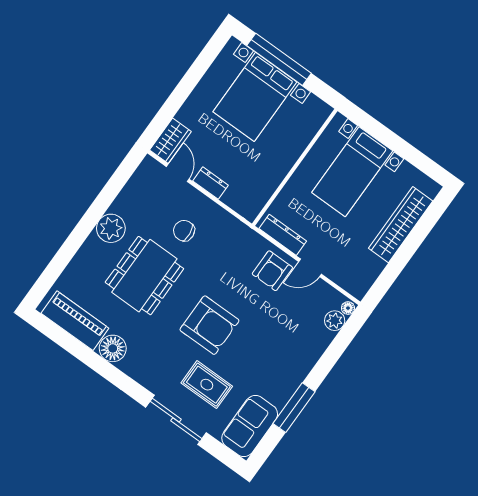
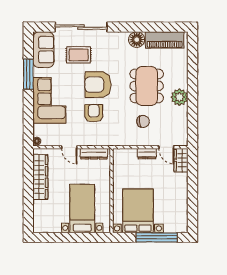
bed with nightstands: (255, 97) -> (138, 211), moved
wardrobe: (401, 225) -> (40, 177), moved
door: (310, 268) -> (69, 147), swing flipped
armchair: (272, 271) -> (94, 113), moved
plant: (335, 321) -> (39, 130), removed
corner sofa: (291, 351) -> (49, 100), added
sliding door: (176, 420) -> (81, 27), width x1.36

